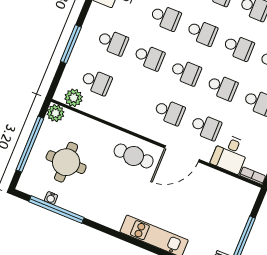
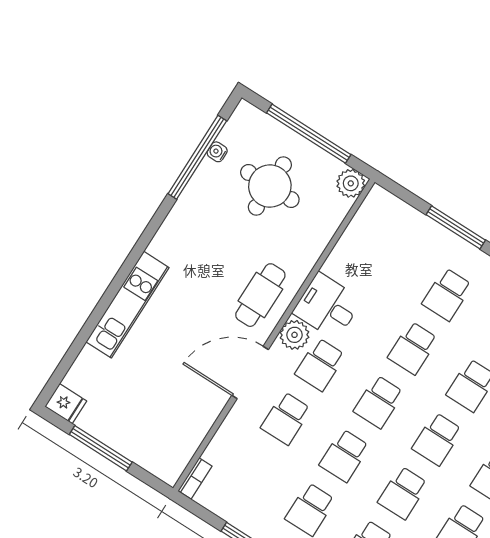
school desk: (96, 82) -> (389, 257), removed
plant: (74, 98) -> (294, 335), moved
door: (182, 154) -> (250, 372), hinge flipped
desk: (230, 154) -> (327, 306), moved

